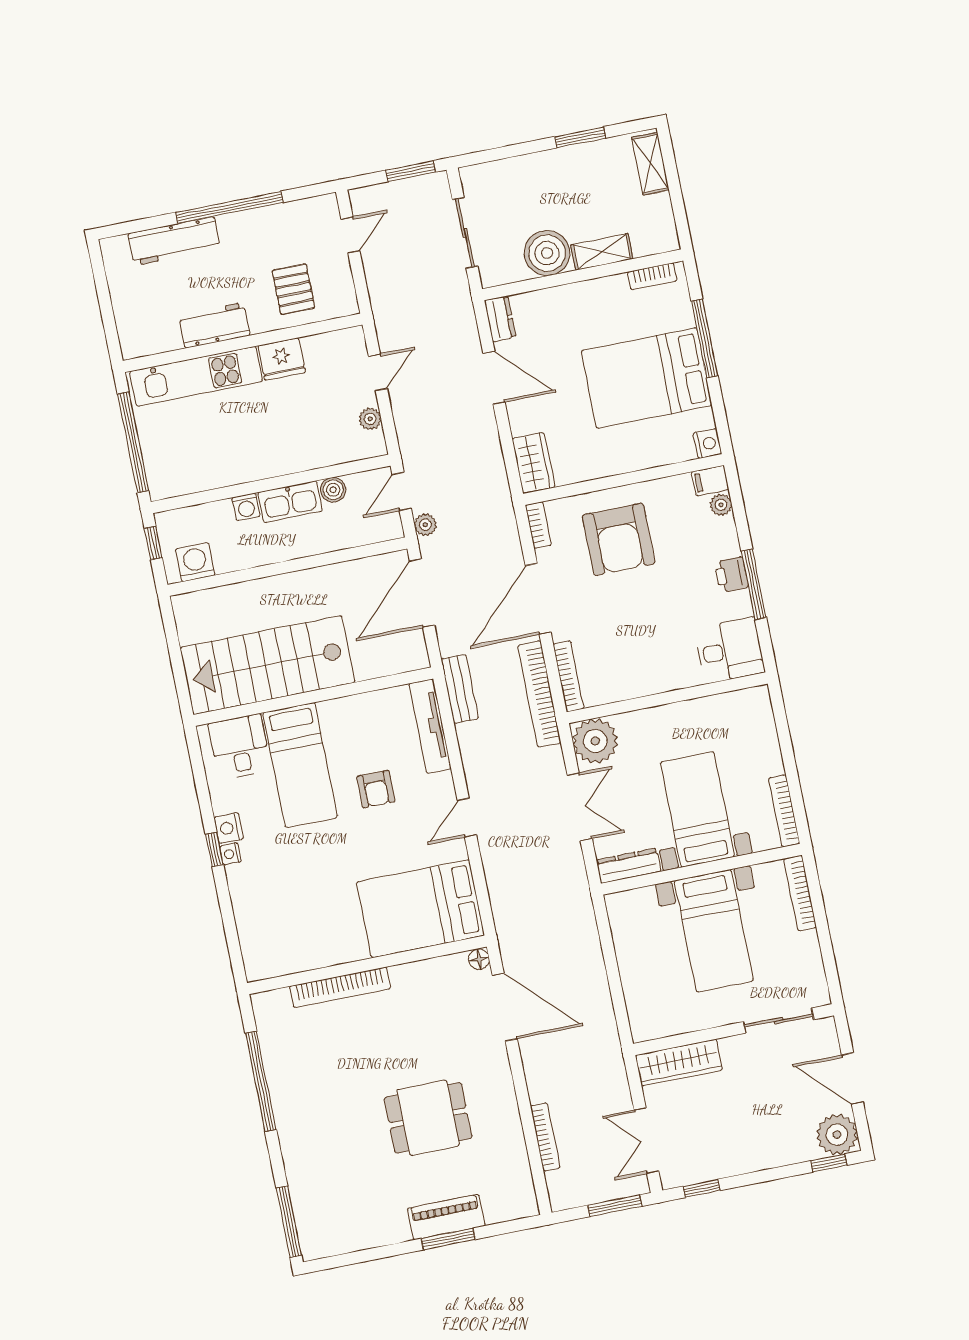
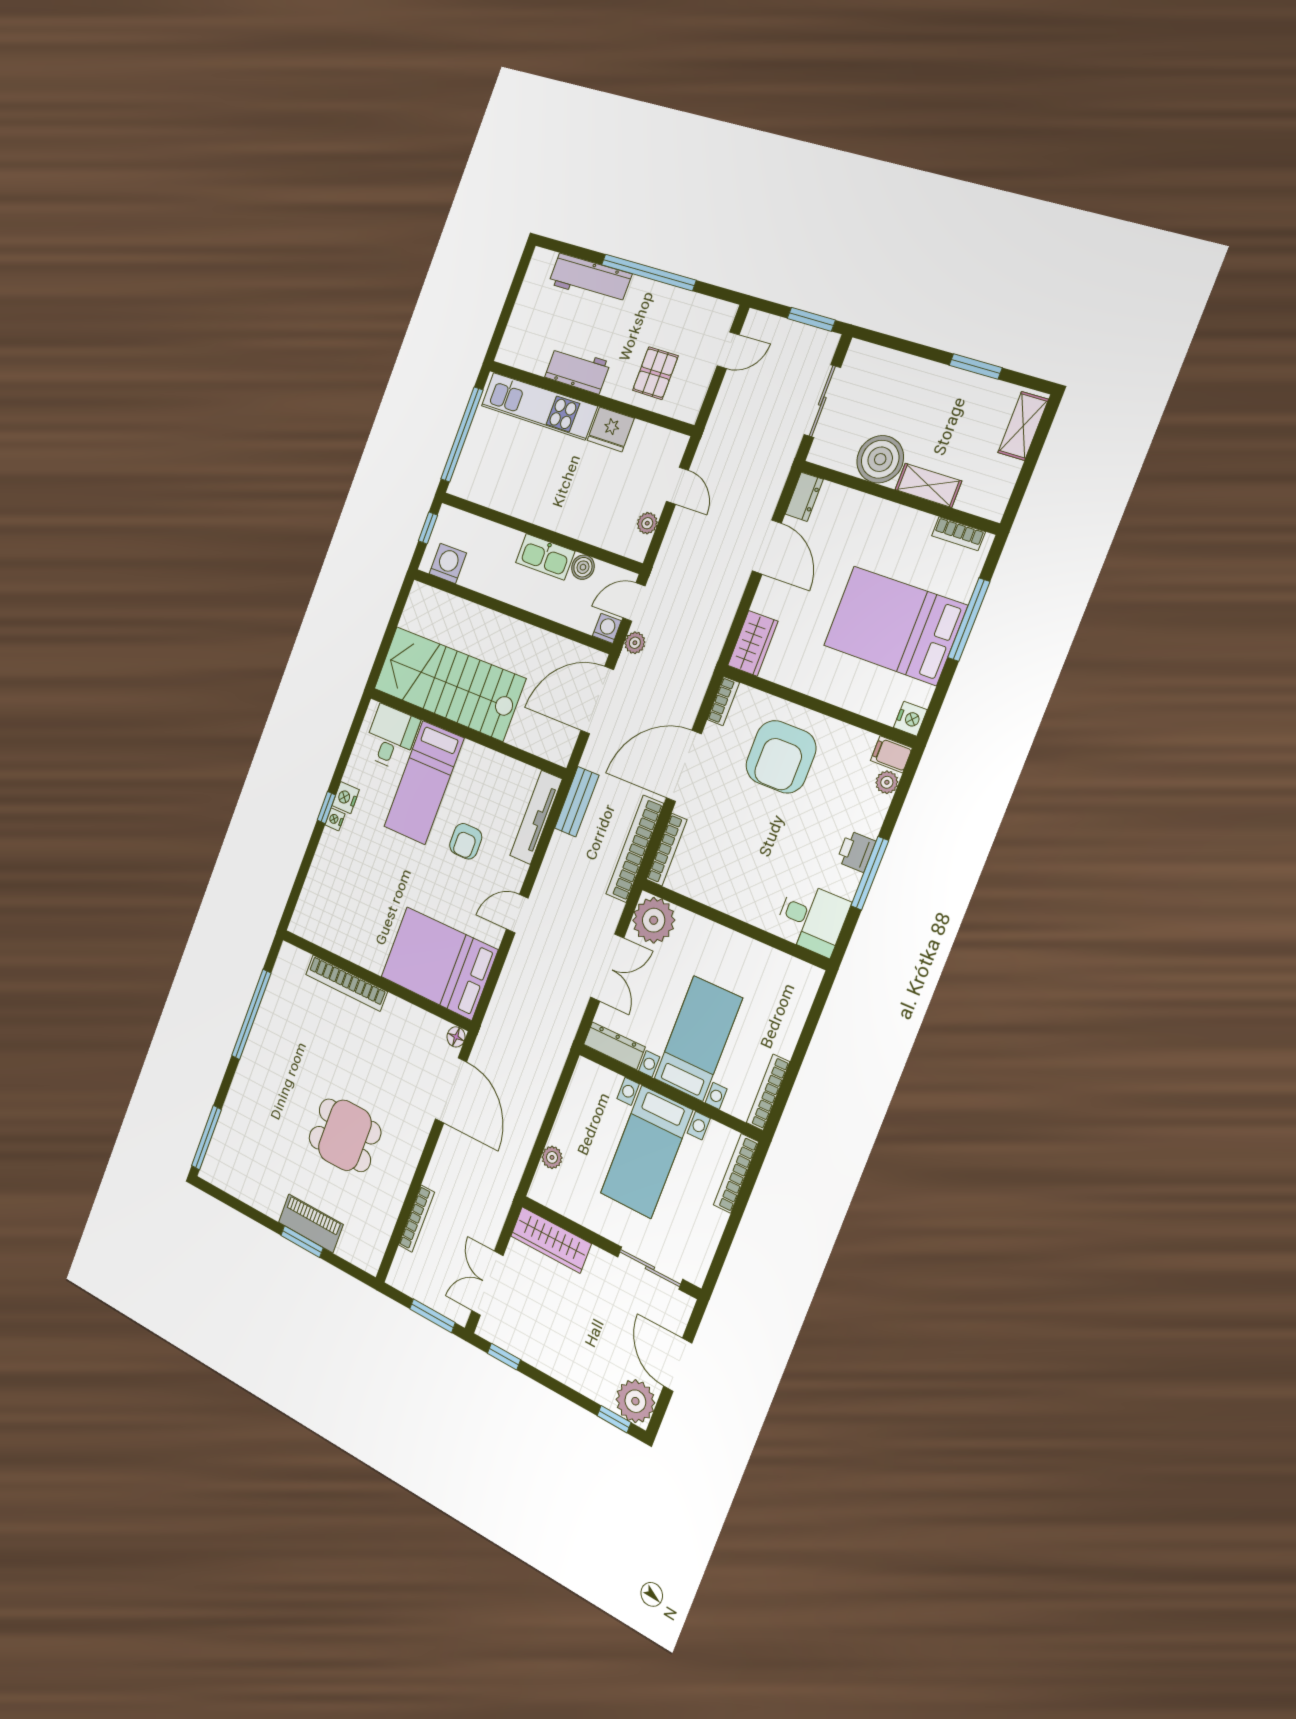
door: (378, 372) -> (677, 486), hinge flipped
washing machine: (246, 507) -> (607, 628), moved, turned 180
plant: (635, 995) -> (552, 1157), added

